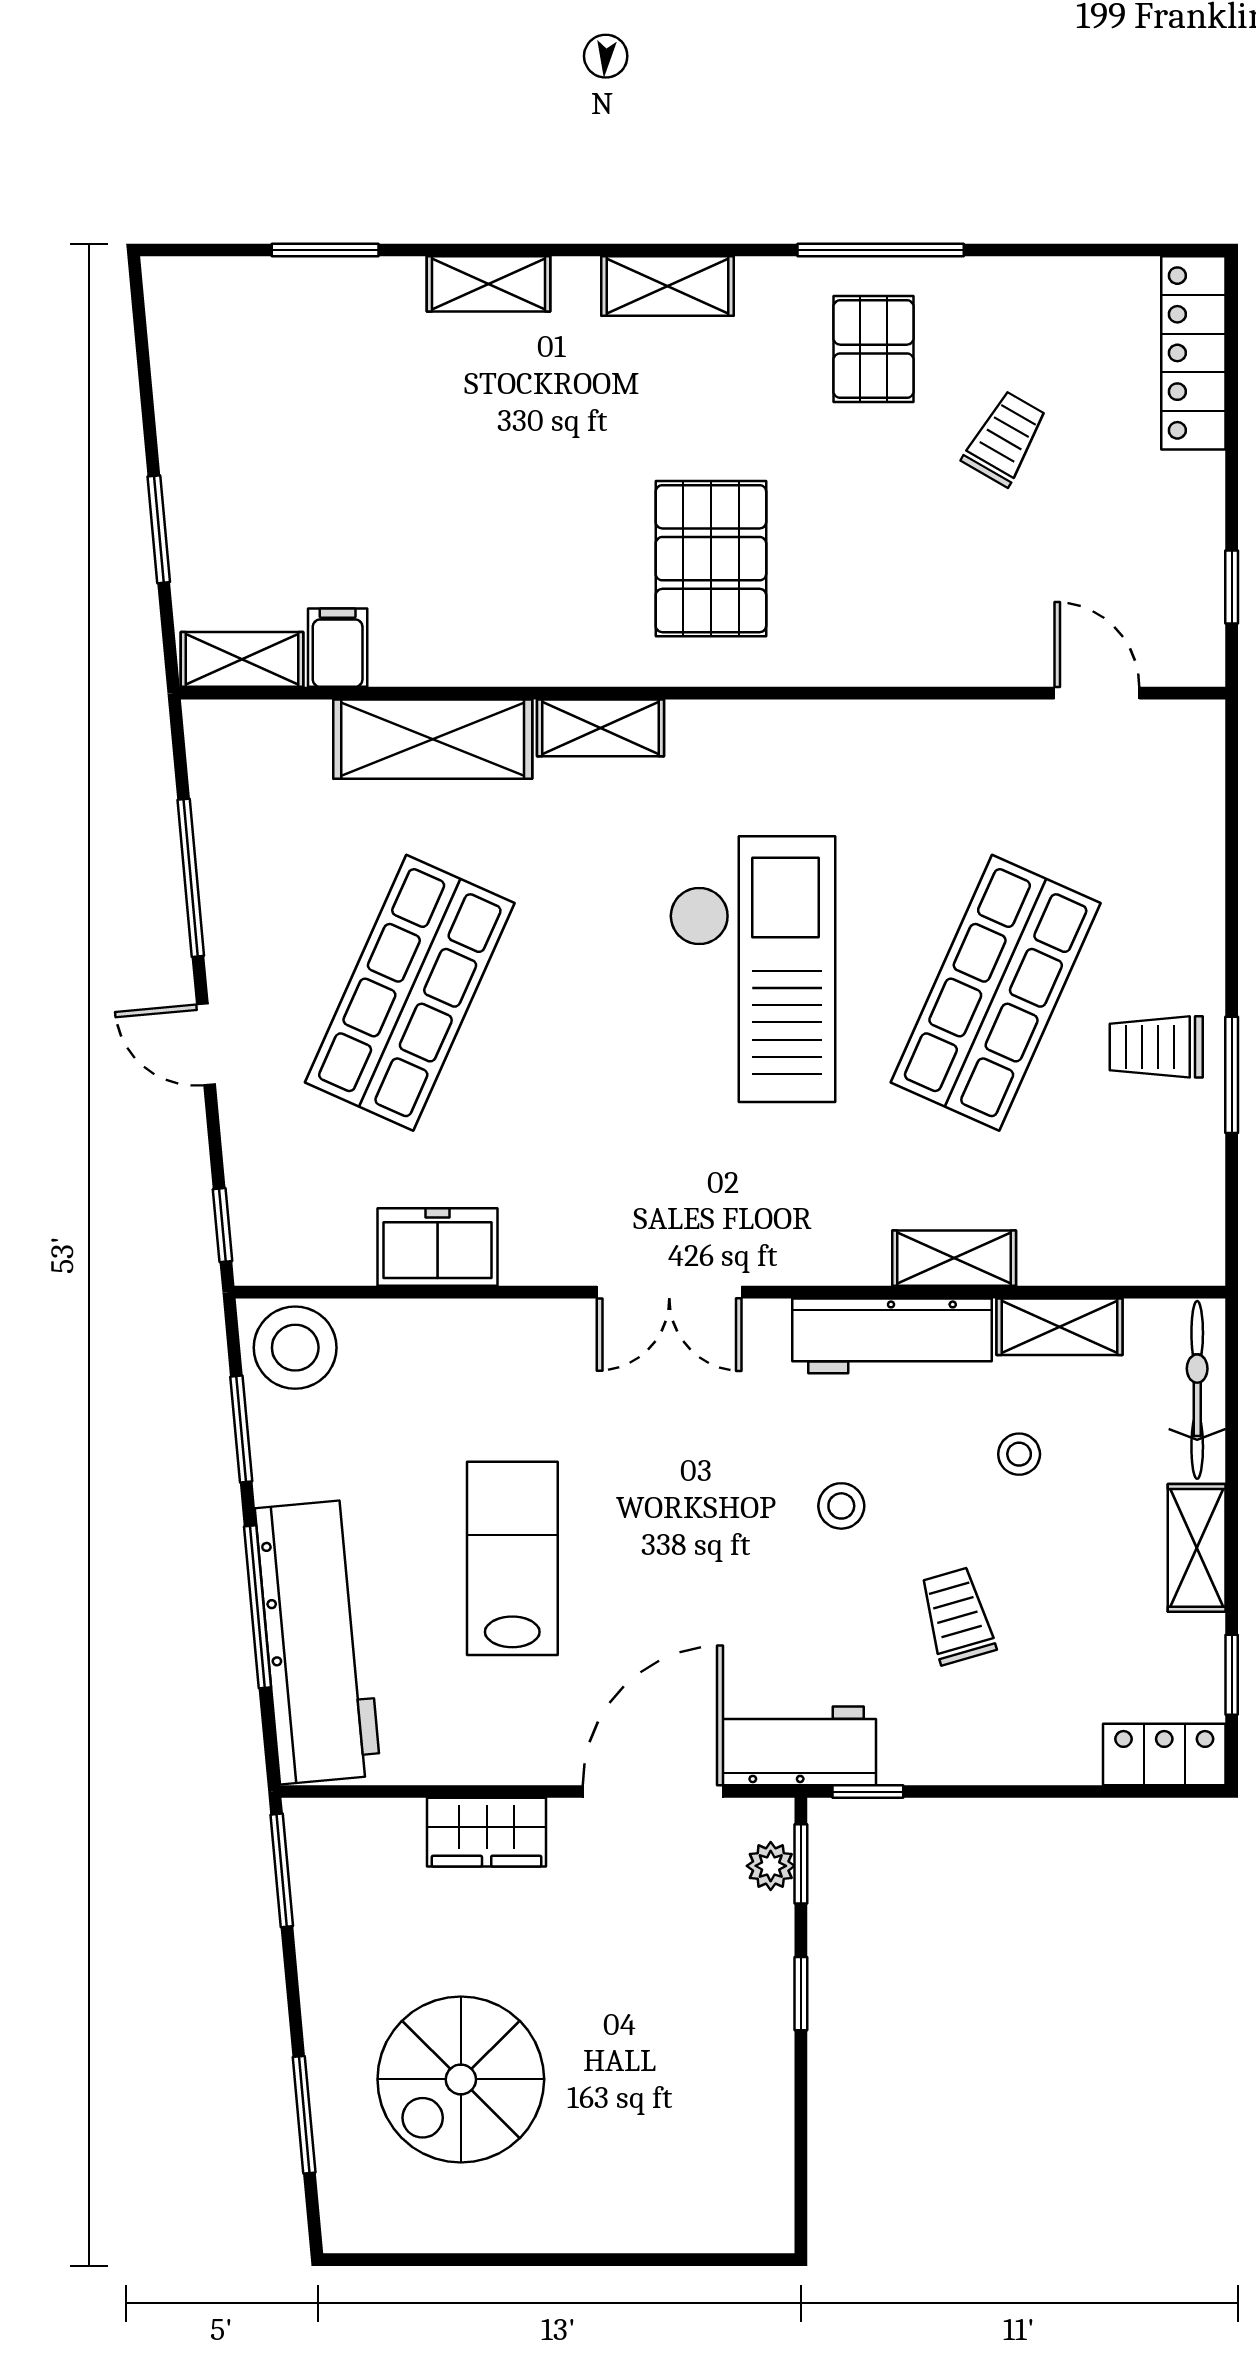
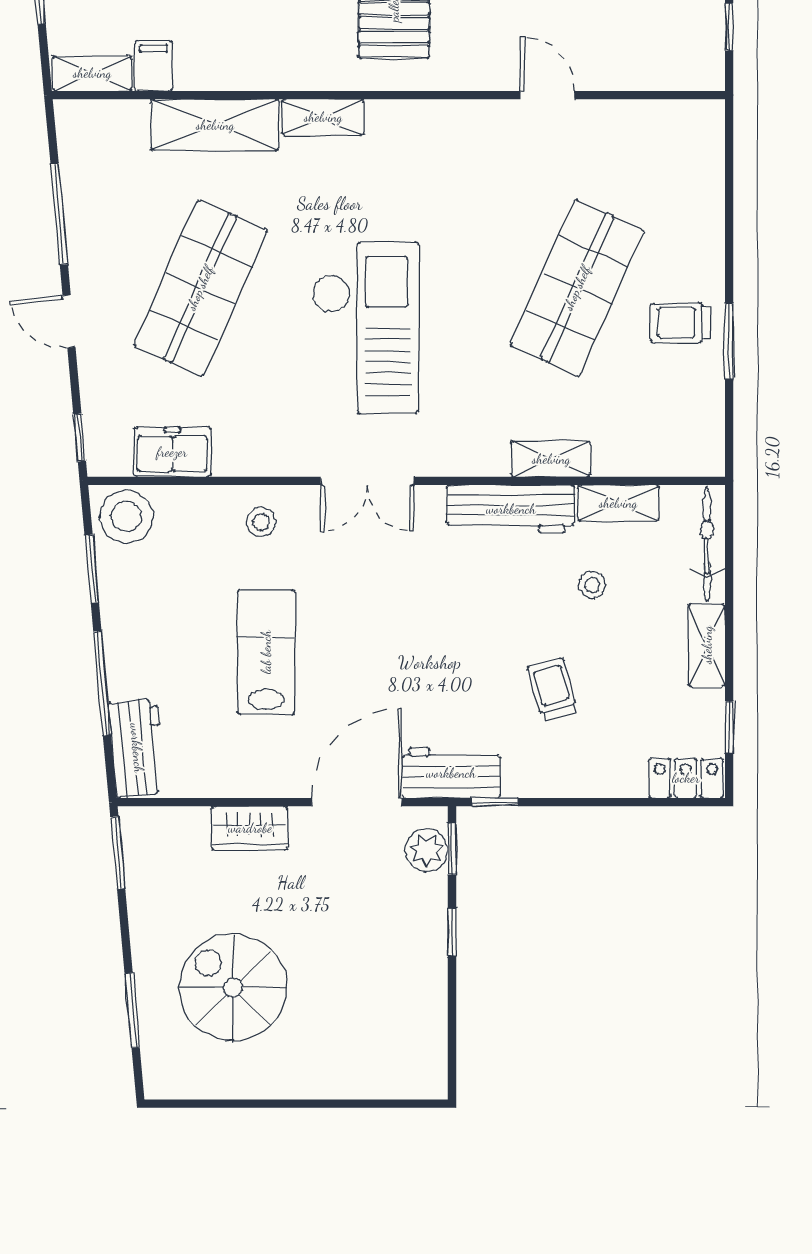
door: (1097, 693) -> (548, 95), moved
checkout: (752, 969) -> (365, 328), moved
freezer: (437, 1247) -> (172, 452), moved
stool: (841, 1506) -> (261, 522), moved
workbench: (318, 1642) -> (137, 748), width x0.53, depth x0.76
plant: (771, 1866) -> (427, 850), width x1.38, depth x1.38
spiral stairs: (461, 2079) -> (233, 988), turned 90

